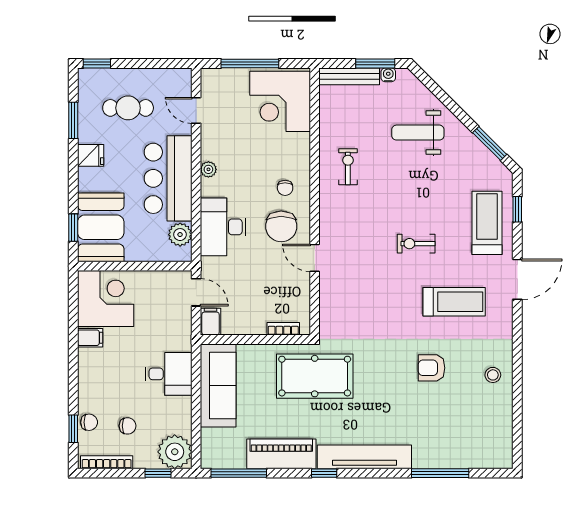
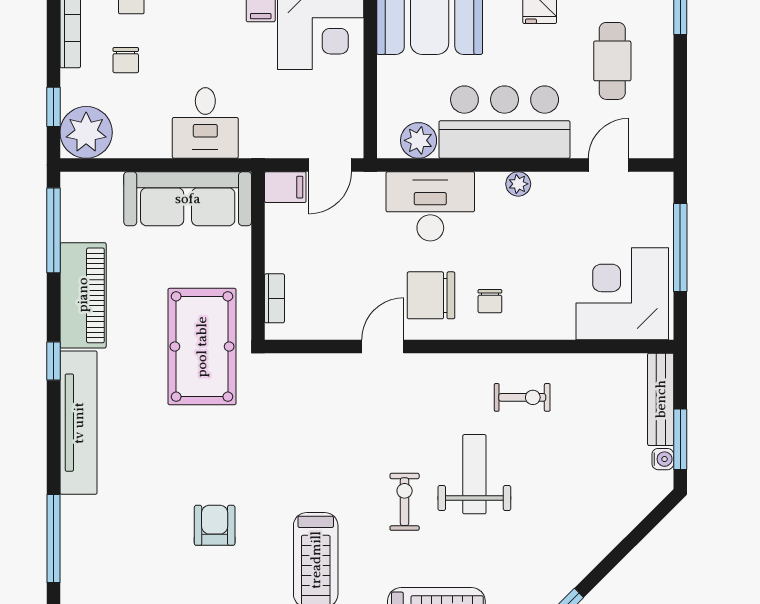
weight bench: (418, 133) -> (474, 474), moved
chair: (285, 188) -> (490, 301), turned -90

